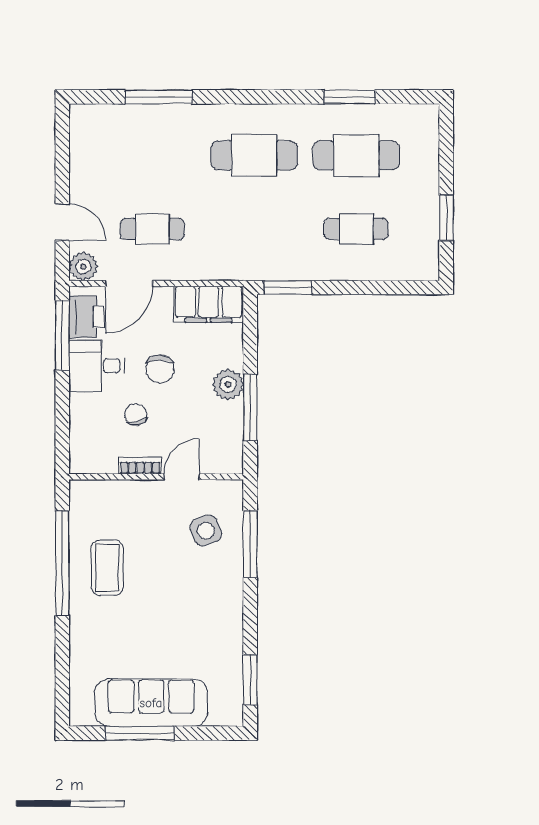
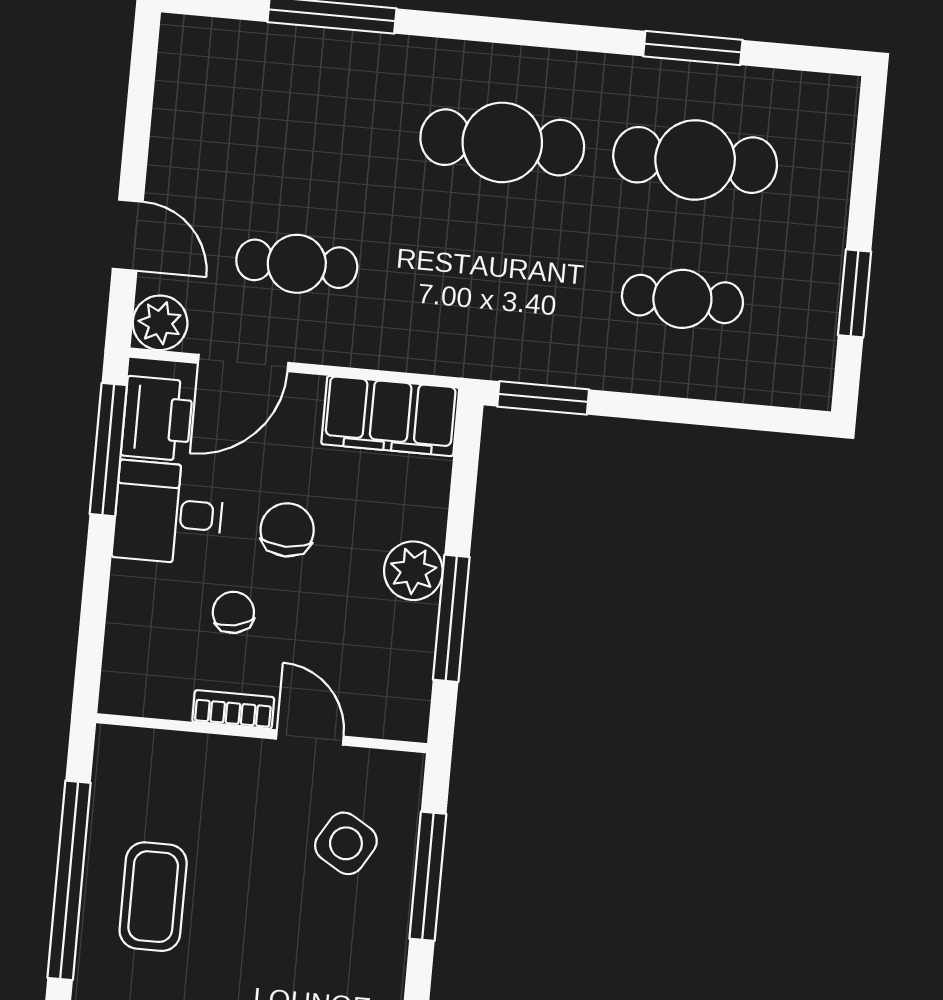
chair: (160, 369) -> (287, 530), turned 180
door: (182, 477) -> (310, 738), hinge flipped
side table: (206, 531) -> (346, 843), turned -38

